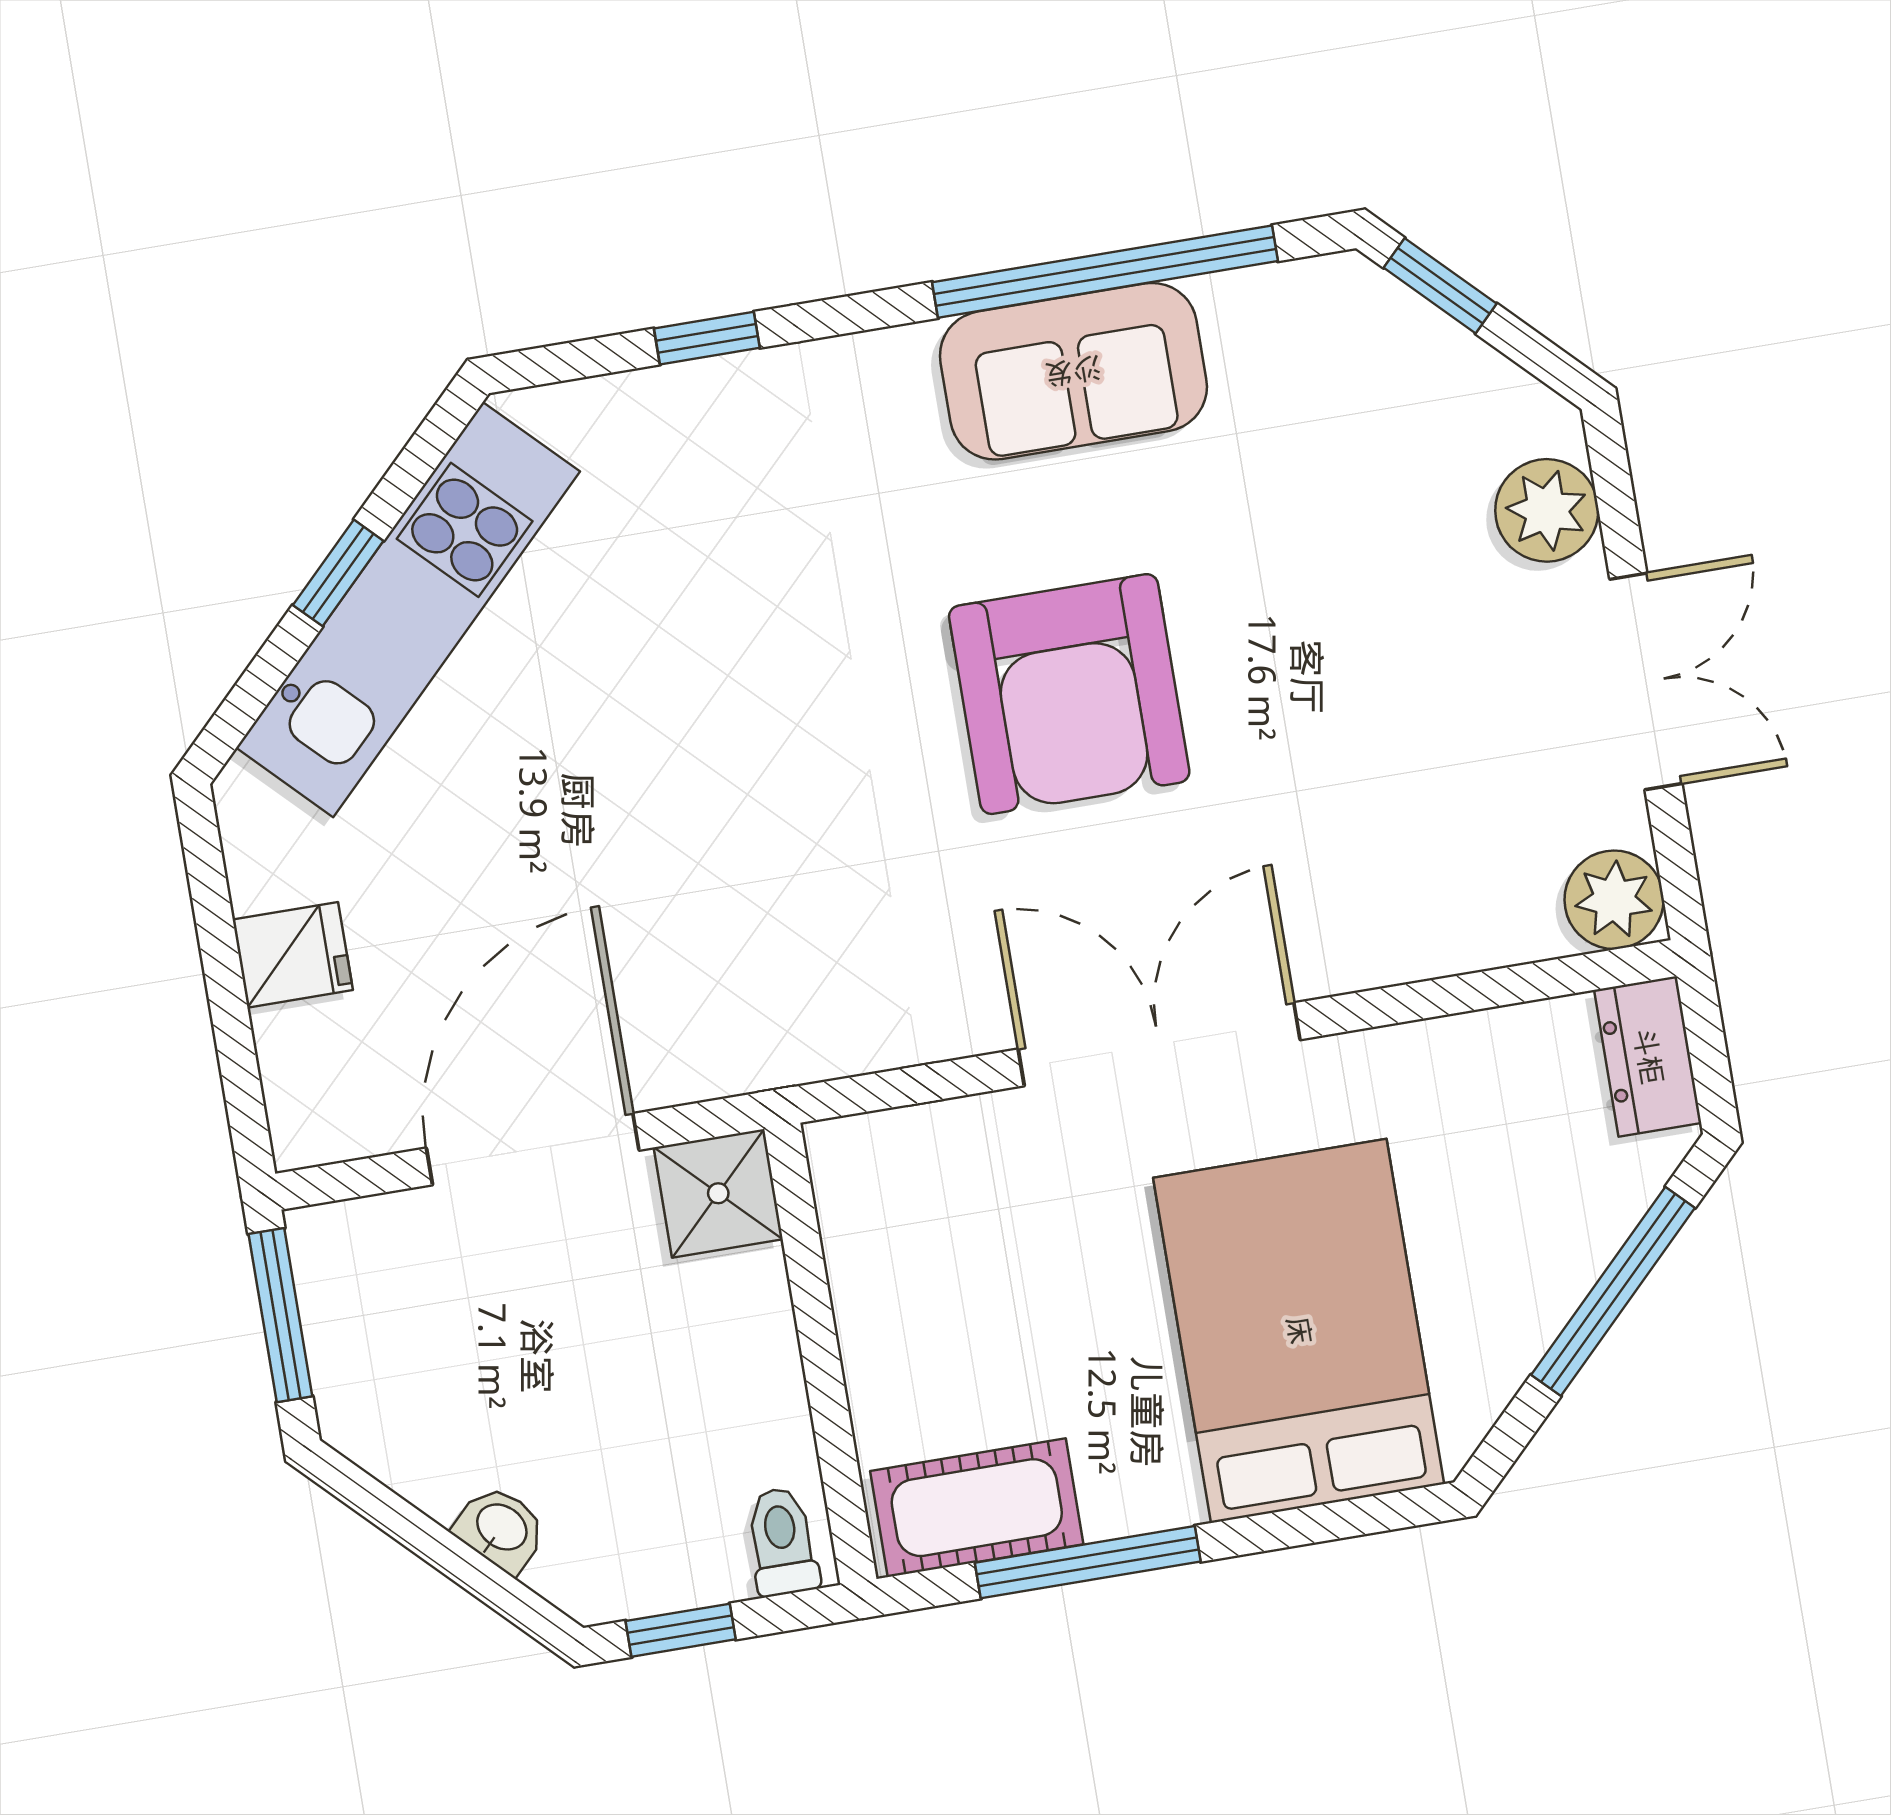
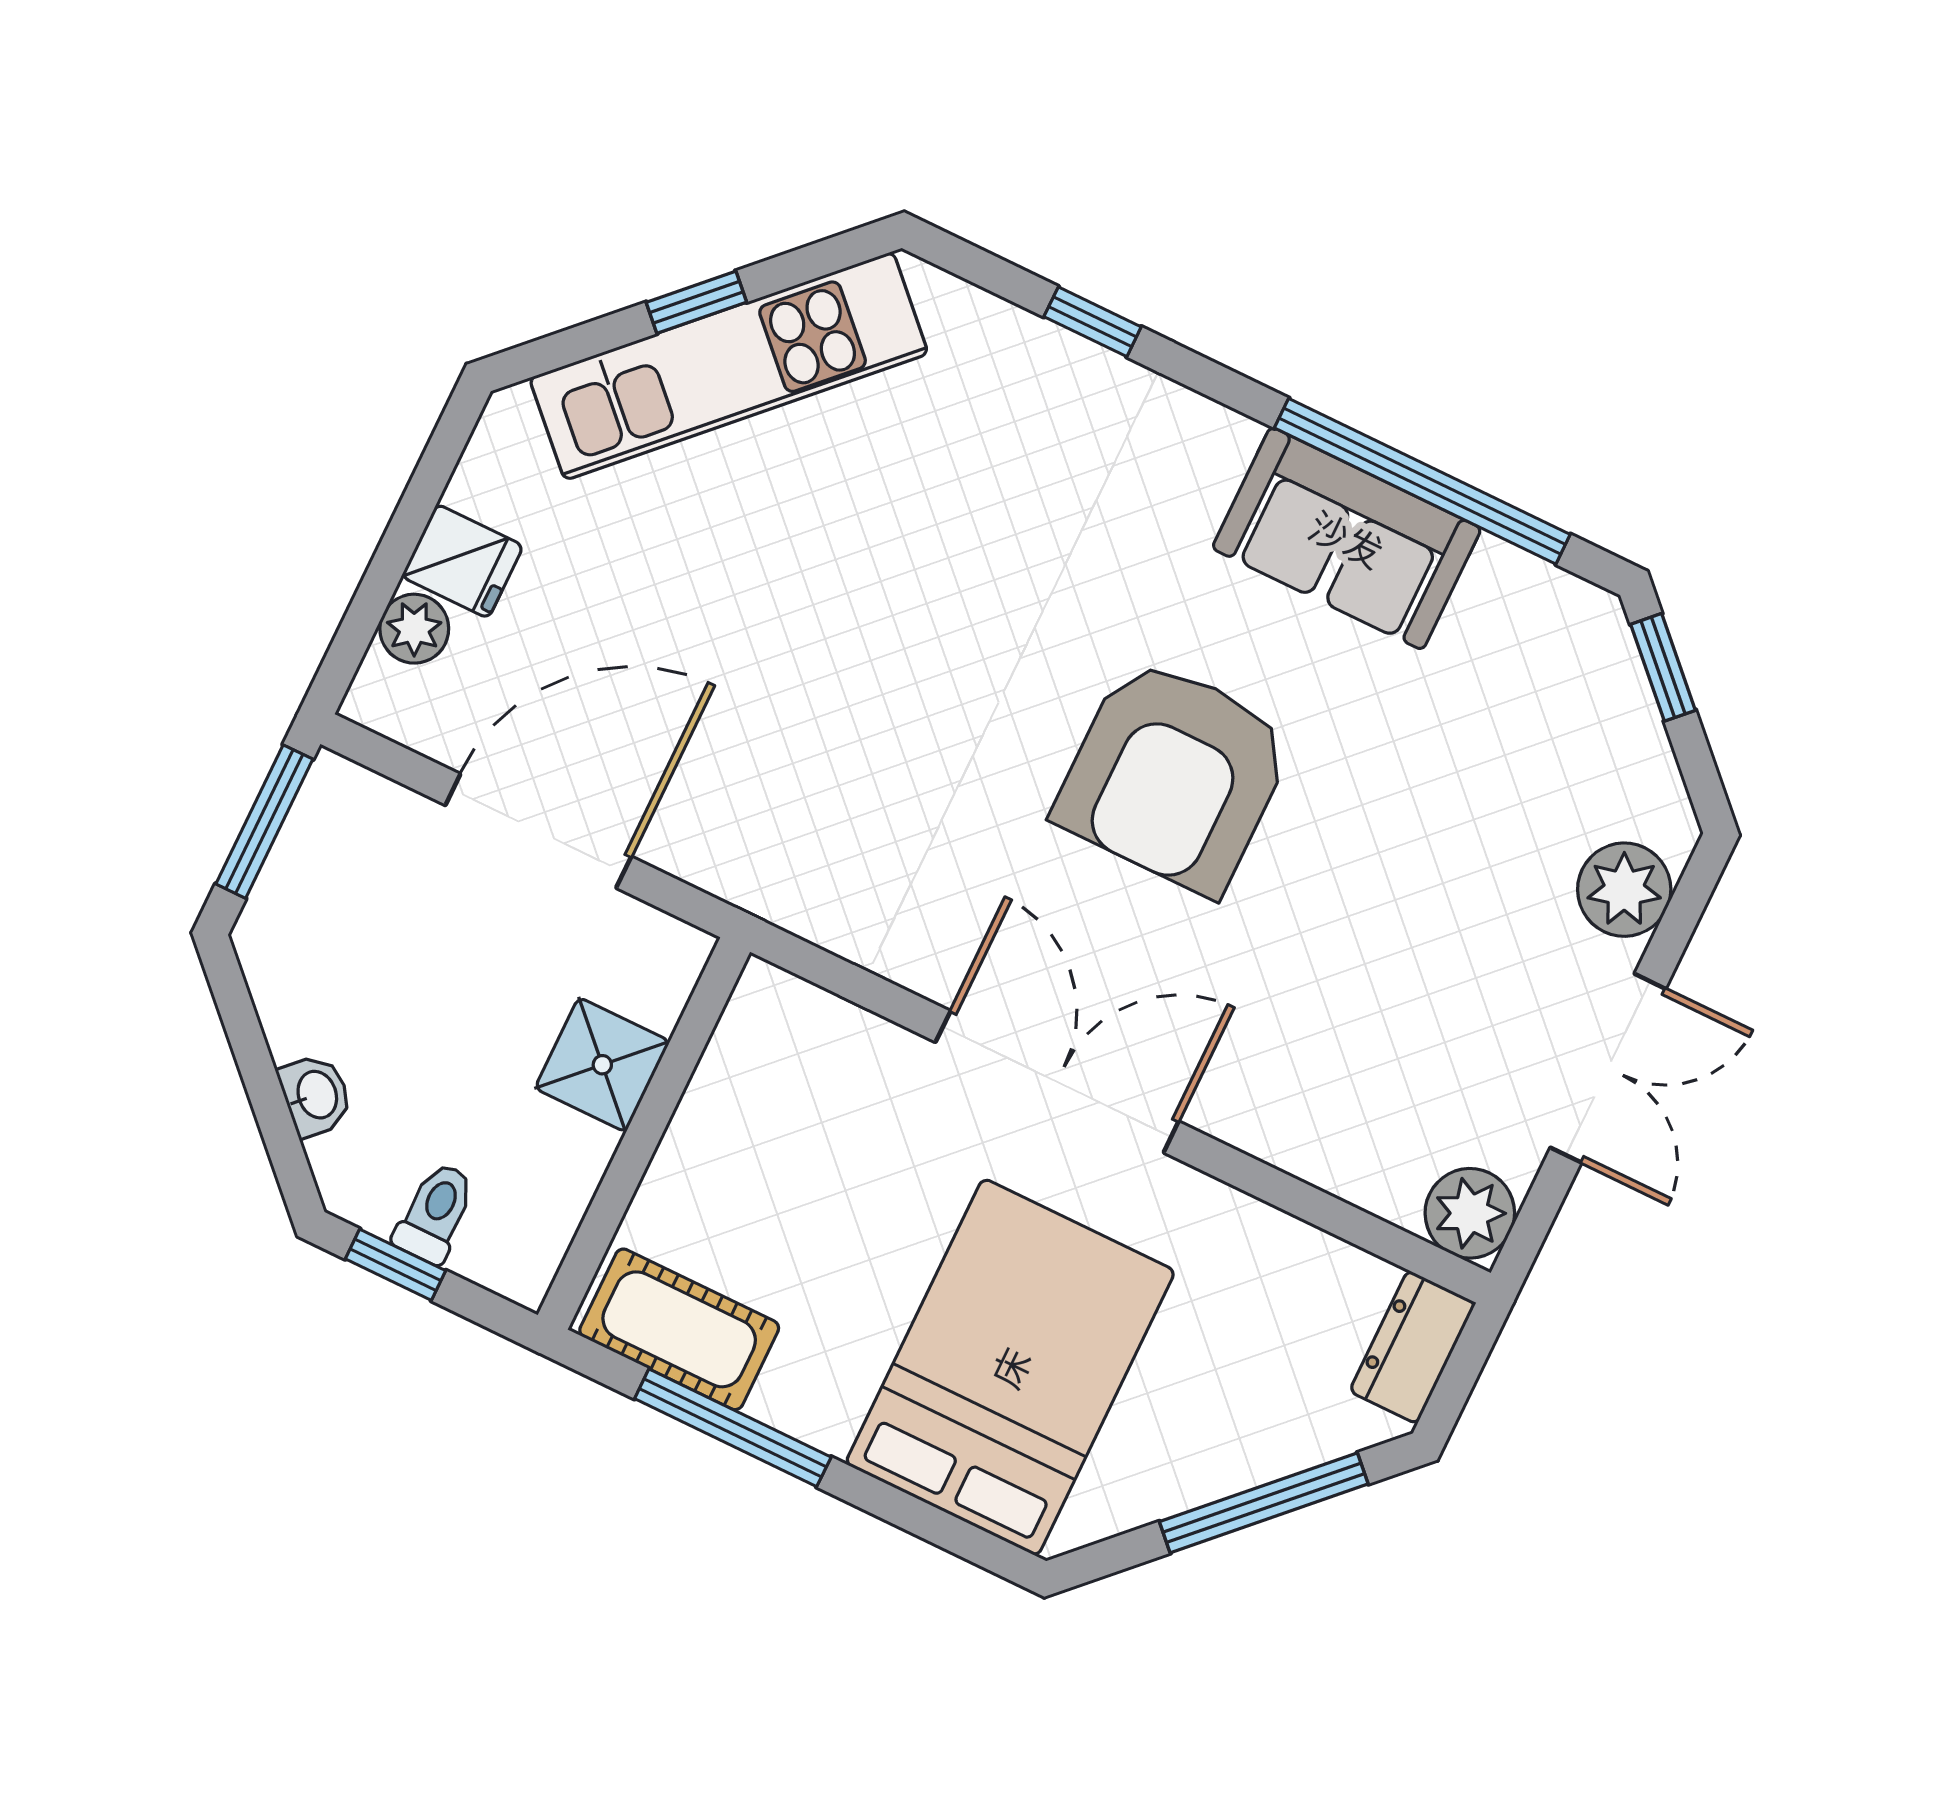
plant: (292, 1046) -> (414, 629), added
shower: (718, 1193) -> (602, 1065), moved
toilet: (782, 1542) -> (435, 1213), moved

